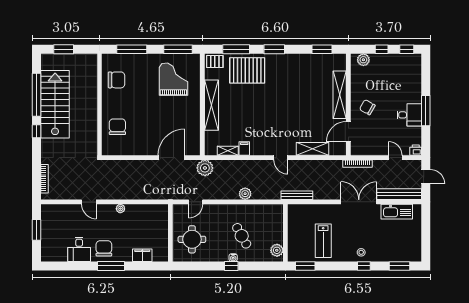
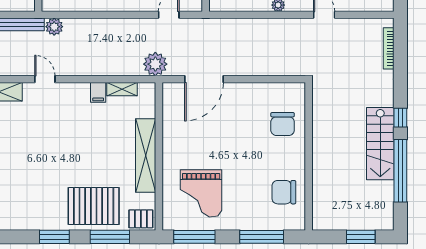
stairs: (55, 104) -> (380, 144), width x0.73, depth x0.66
plant: (245, 194) -> (54, 27), moved

